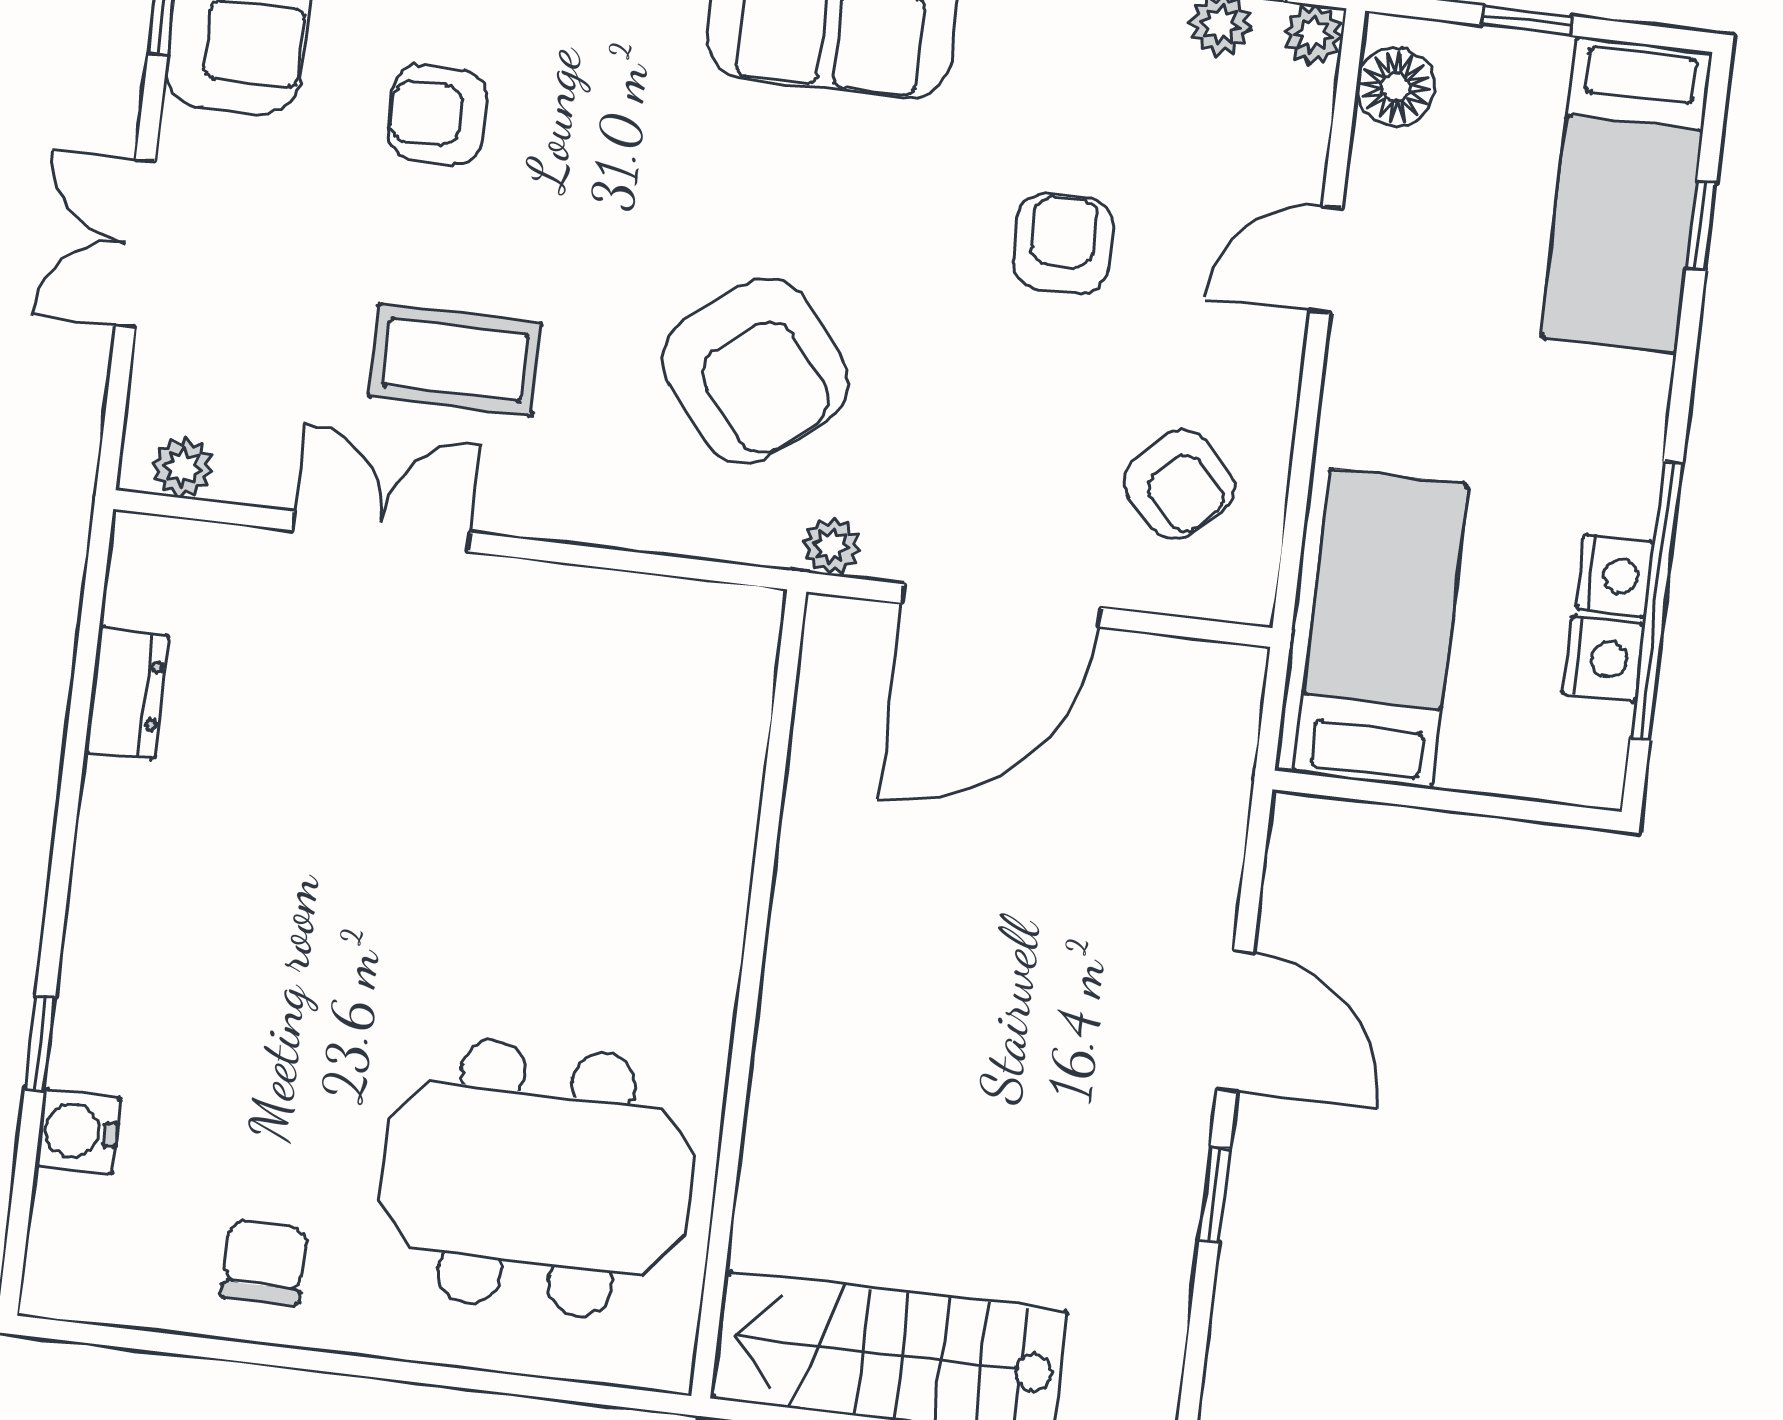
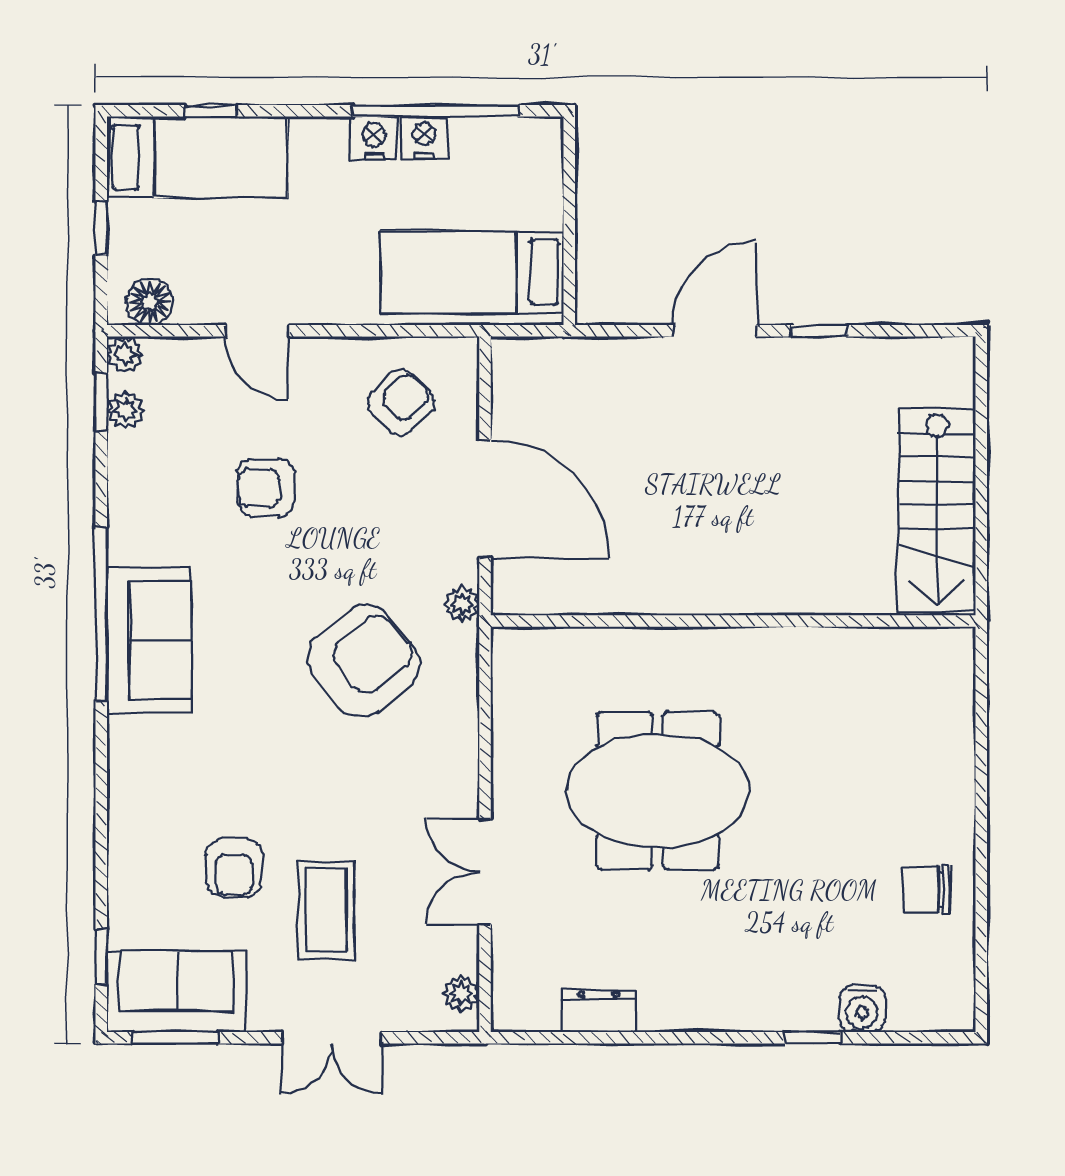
coffee table: (455, 360) -> (326, 910), moved
nightstand: (1603, 659) -> (374, 138), moved
meeting table: (537, 1178) -> (658, 791), moved, turned 90

